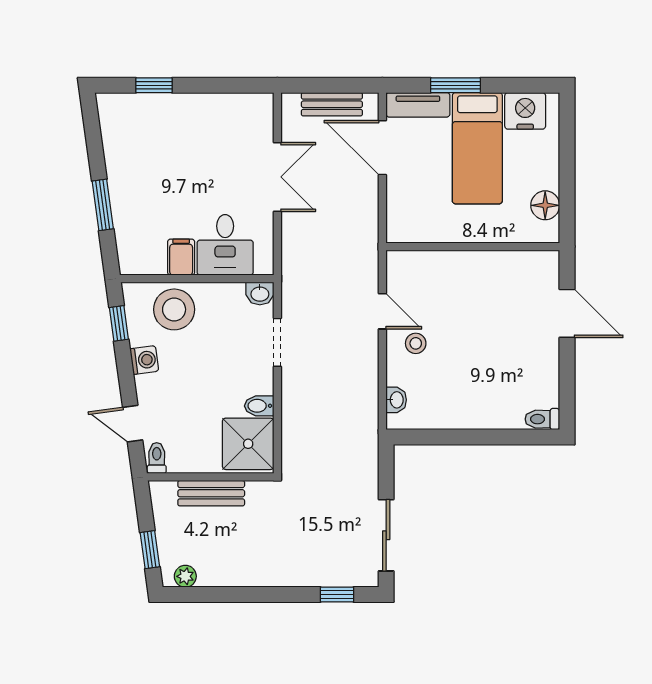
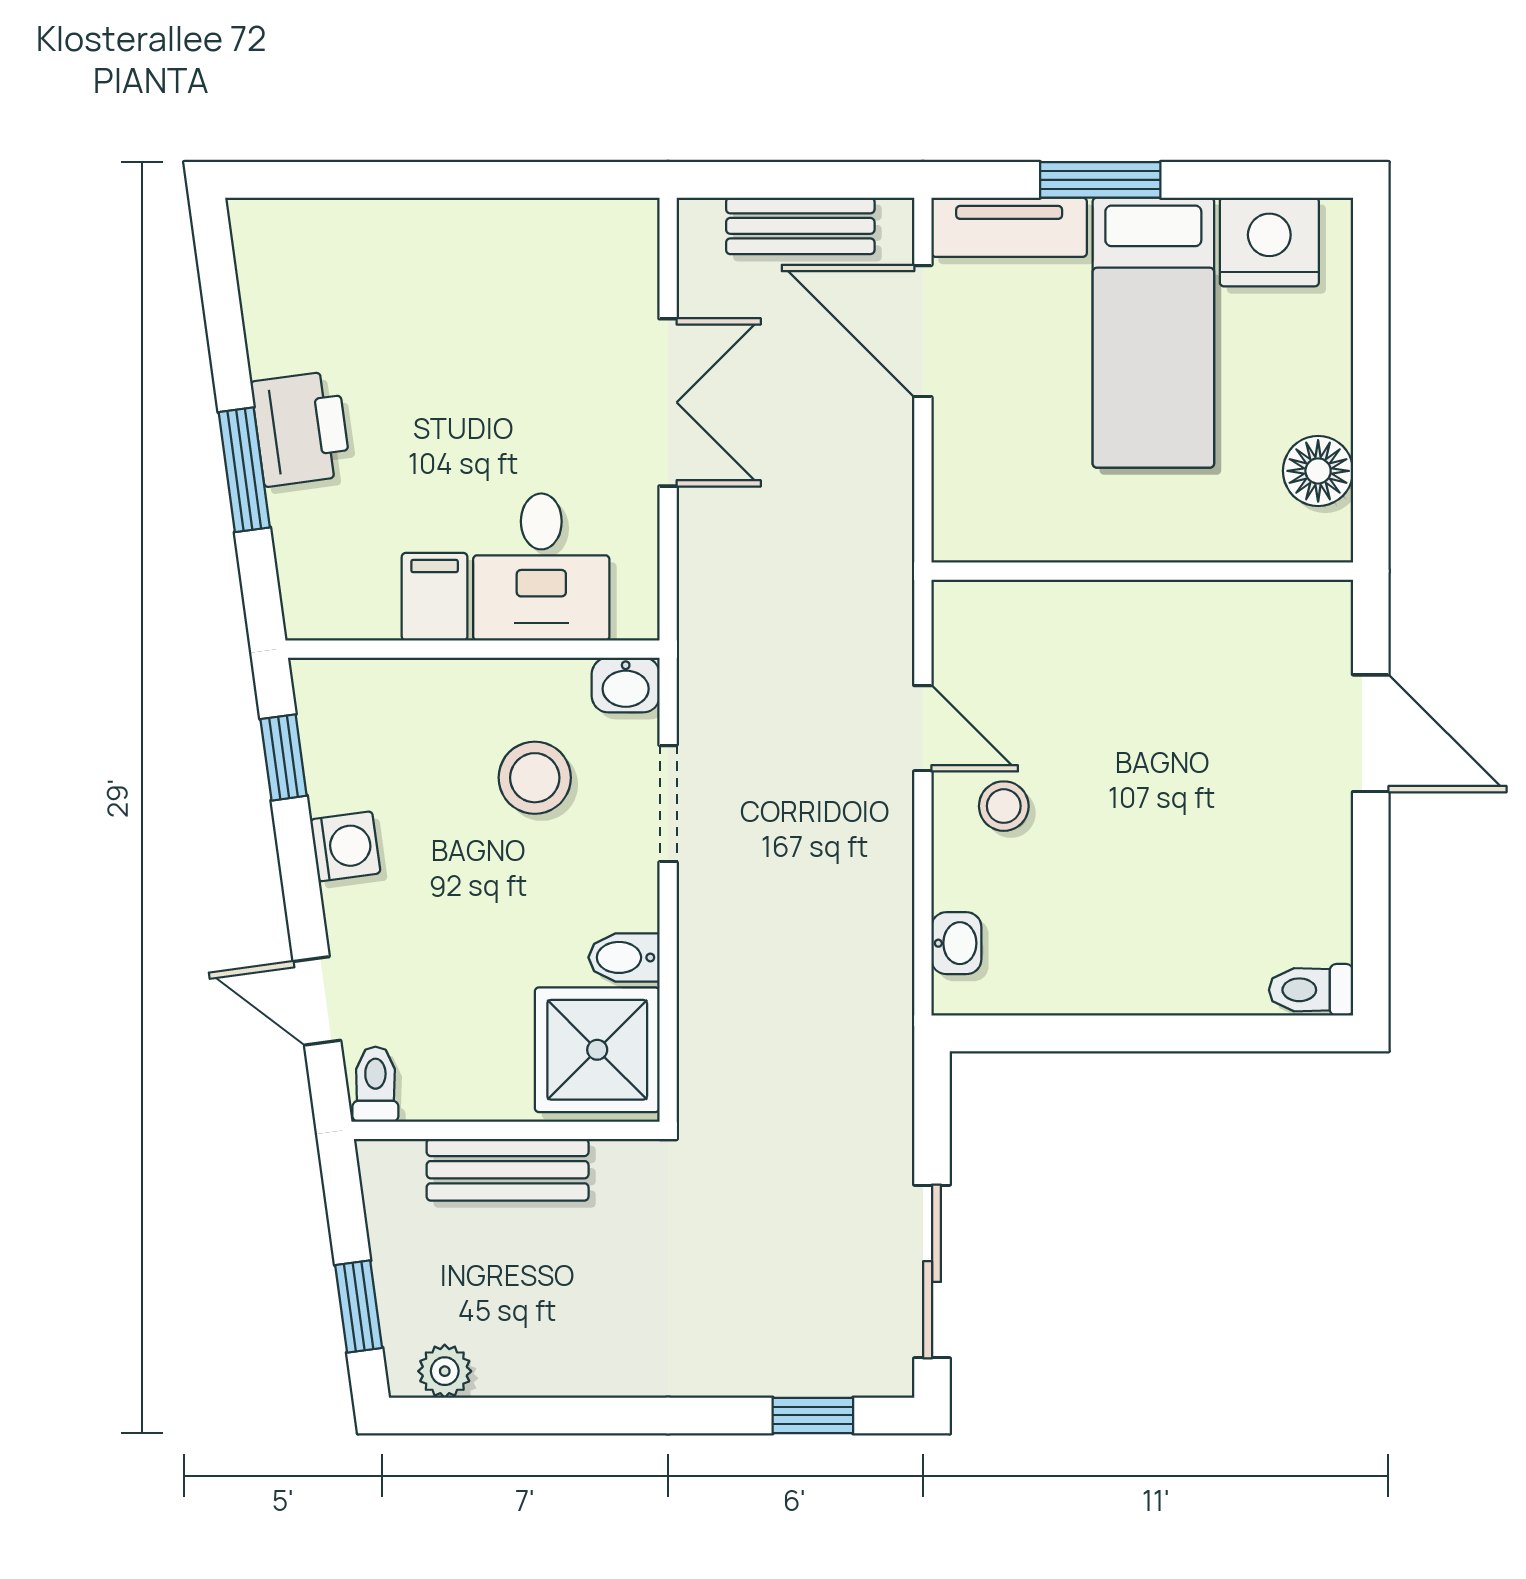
window: (154, 85) -> (369, 180), removed
printer: (126, 188) -> (301, 429), added
stool: (174, 309) -> (535, 778), moved, width x0.73, depth x0.73

